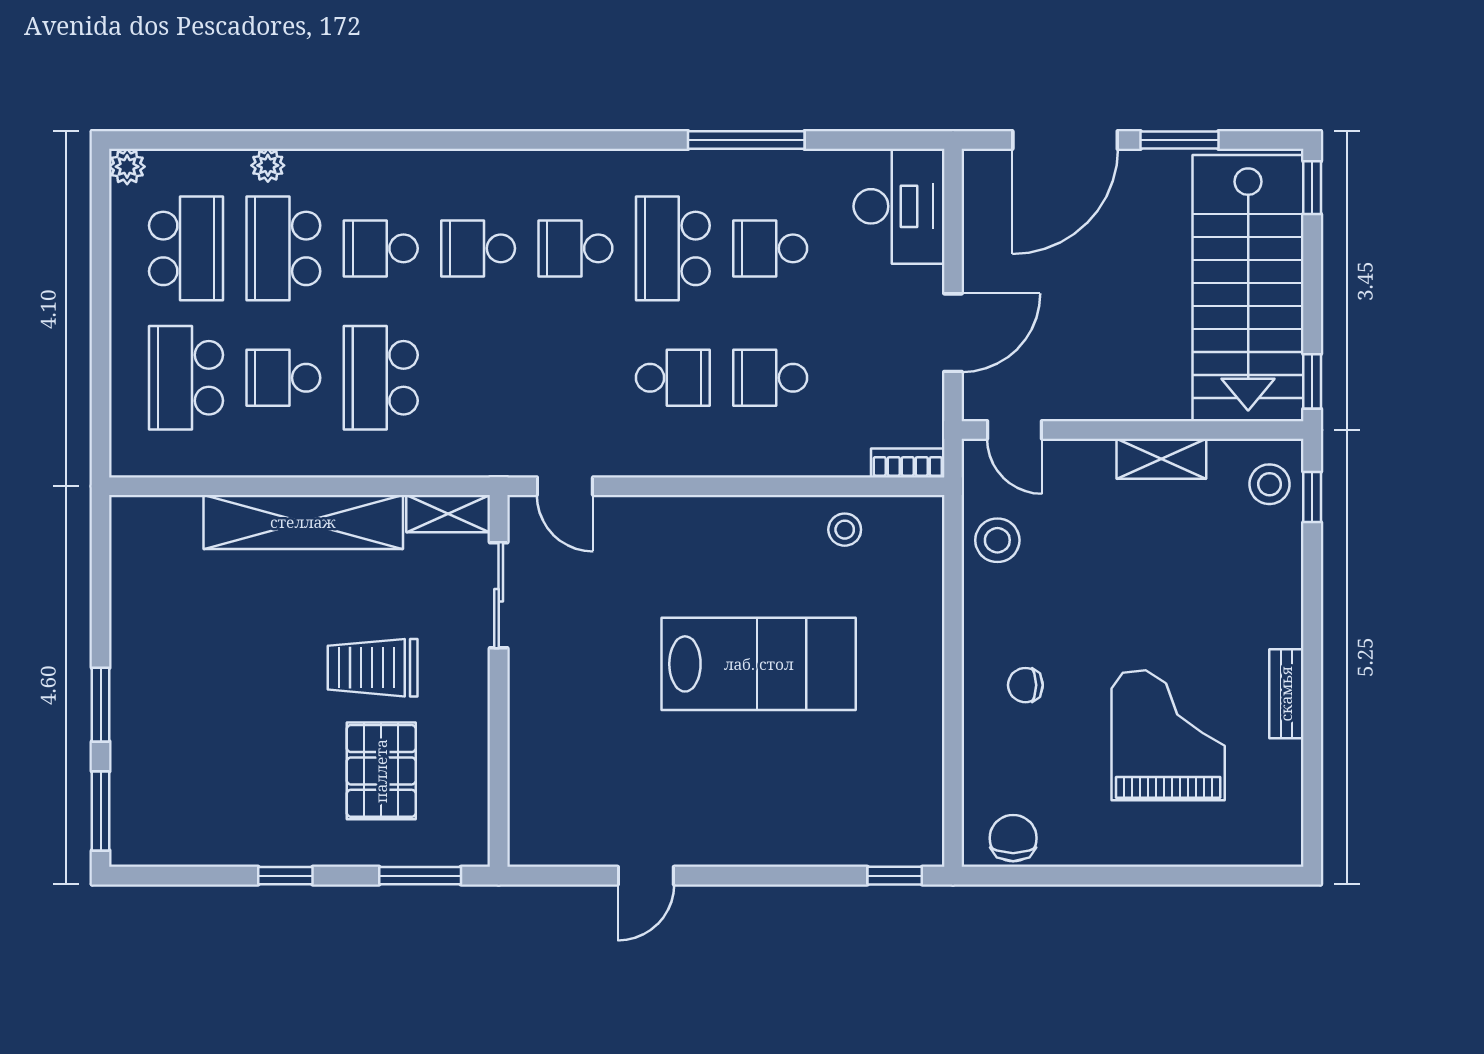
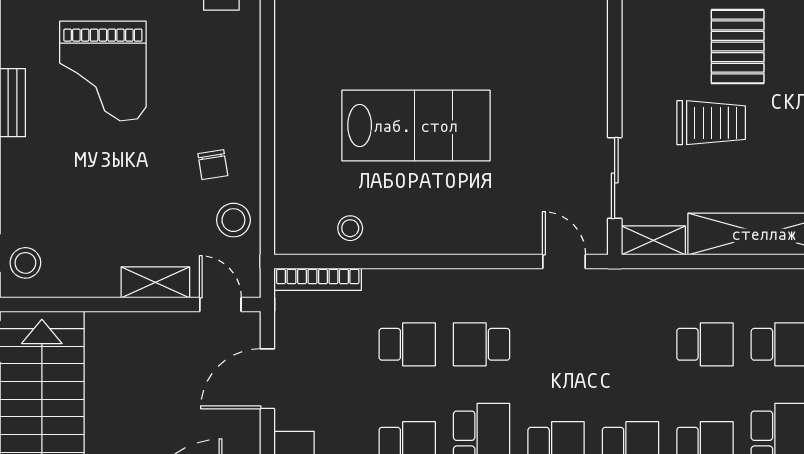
school desk: (381, 378) -> (705, 344), width x0.54
shelving: (1161, 459) -> (155, 282), moved
bookcase: (908, 463) -> (318, 279), width x1.56
lab bench: (759, 664) -> (416, 126), turned 180
chair: (1025, 685) -> (213, 165), moved, turned 81
pallet: (381, 771) -> (738, 47), moved

